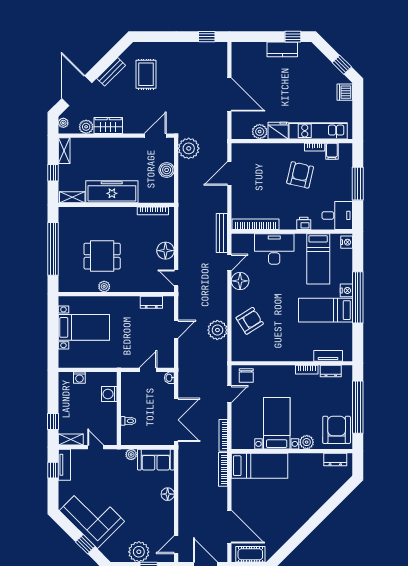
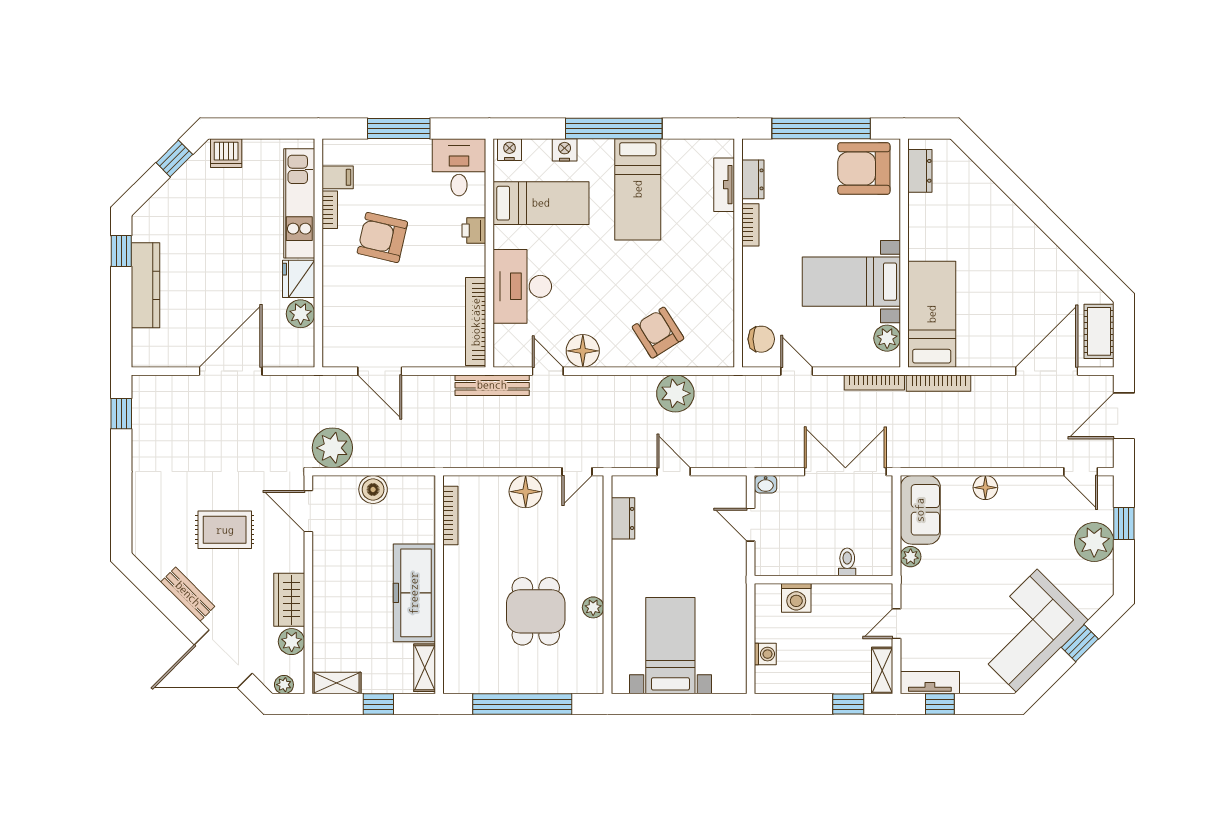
kitchen counter: (282, 49) -> (145, 285), width x1.50
rug: (146, 74) -> (225, 530), moved
nightstand: (346, 290) -> (565, 150), moved
plant: (307, 442) -> (887, 338), moved

